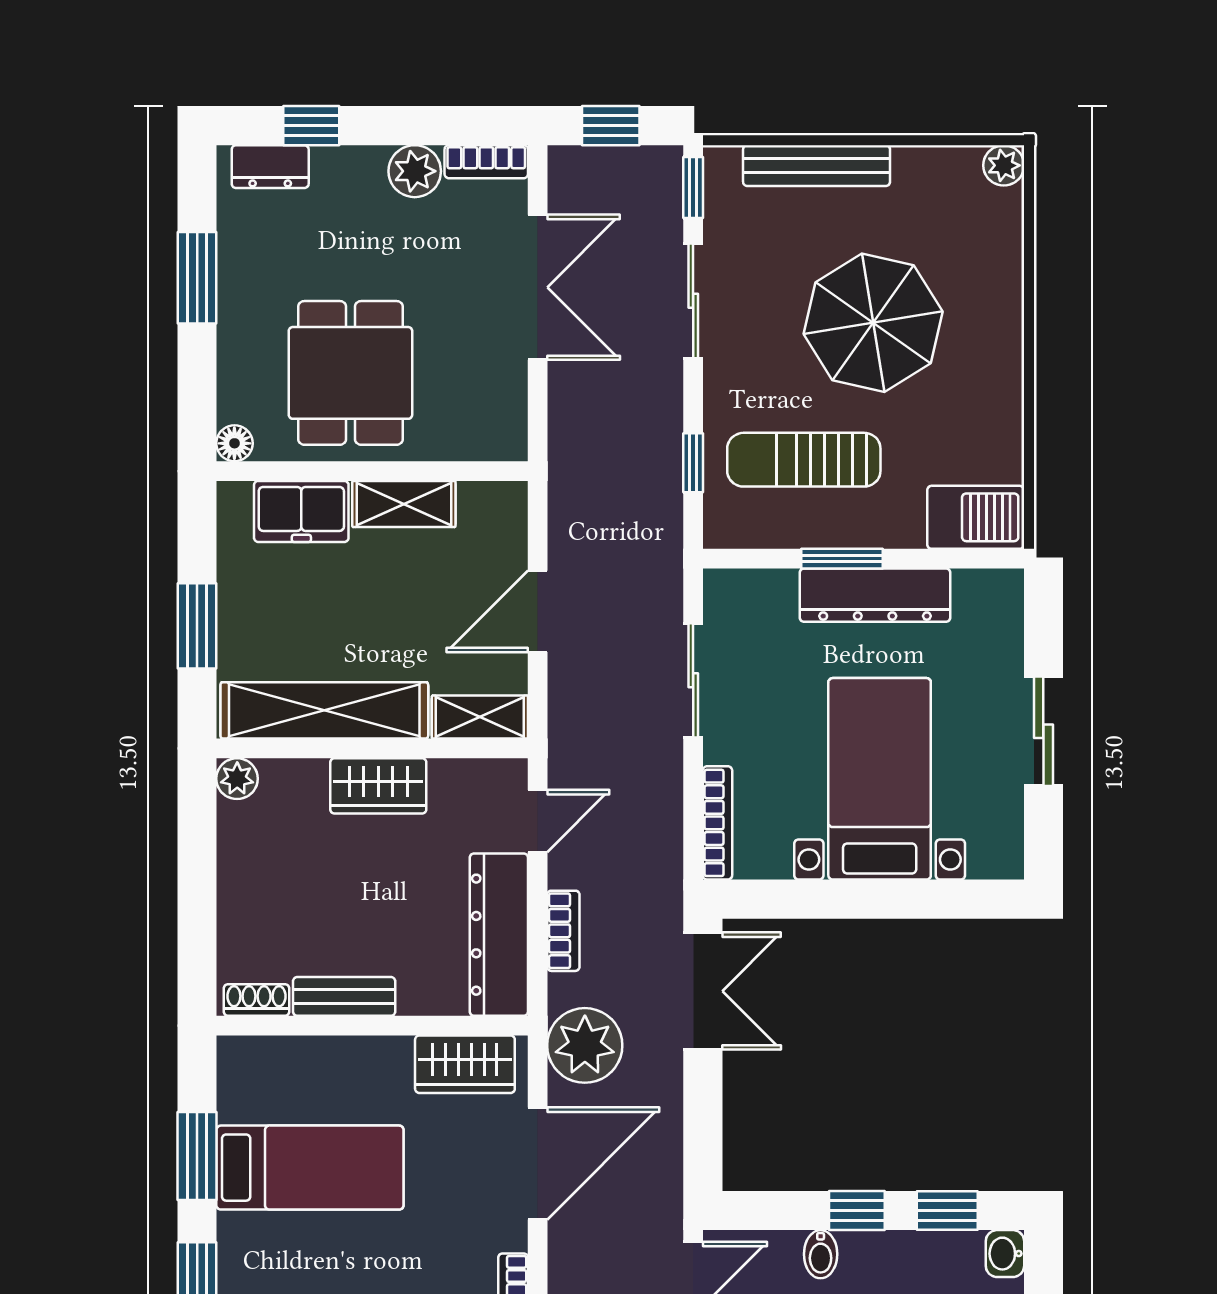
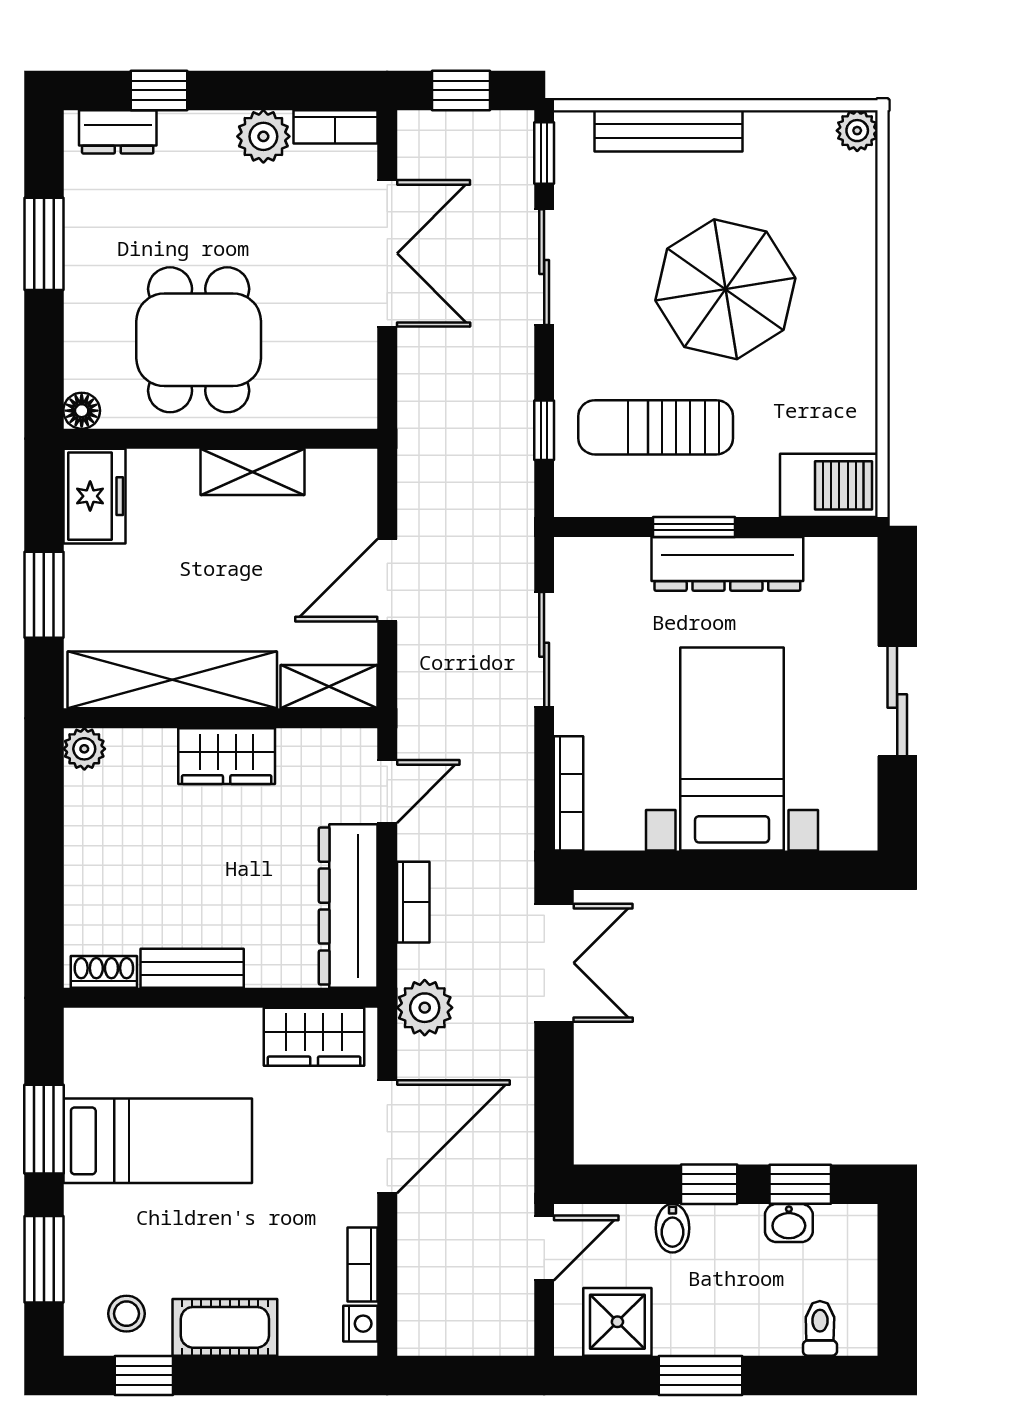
freezer: (301, 511) -> (94, 496), moved, turned -90
plant: (585, 1045) -> (425, 1008), width x0.73, depth x0.73
washbasin: (1005, 1254) -> (789, 1223), moved, turned -90

